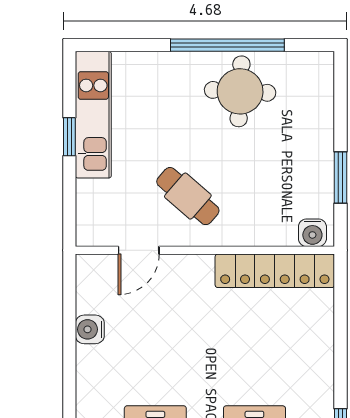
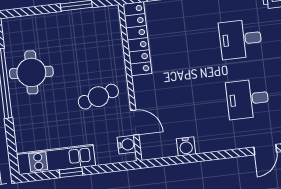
cafe table: (188, 196) -> (98, 97), turned 33
water cooler: (312, 233) -> (127, 145), moved

